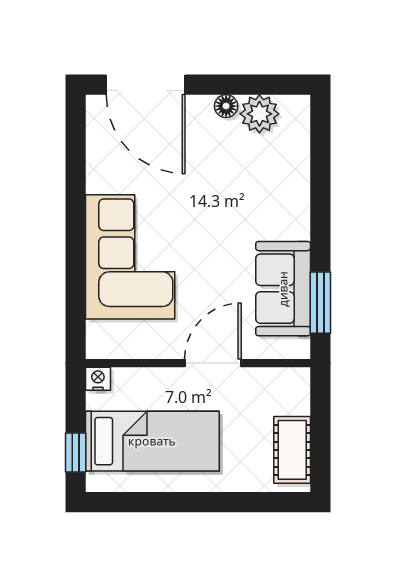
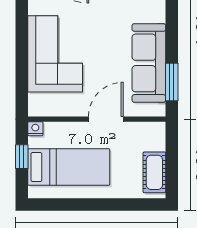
sofa: (283, 289) -> (149, 63), width x1.36
window: (76, 453) -> (22, 157), moved

